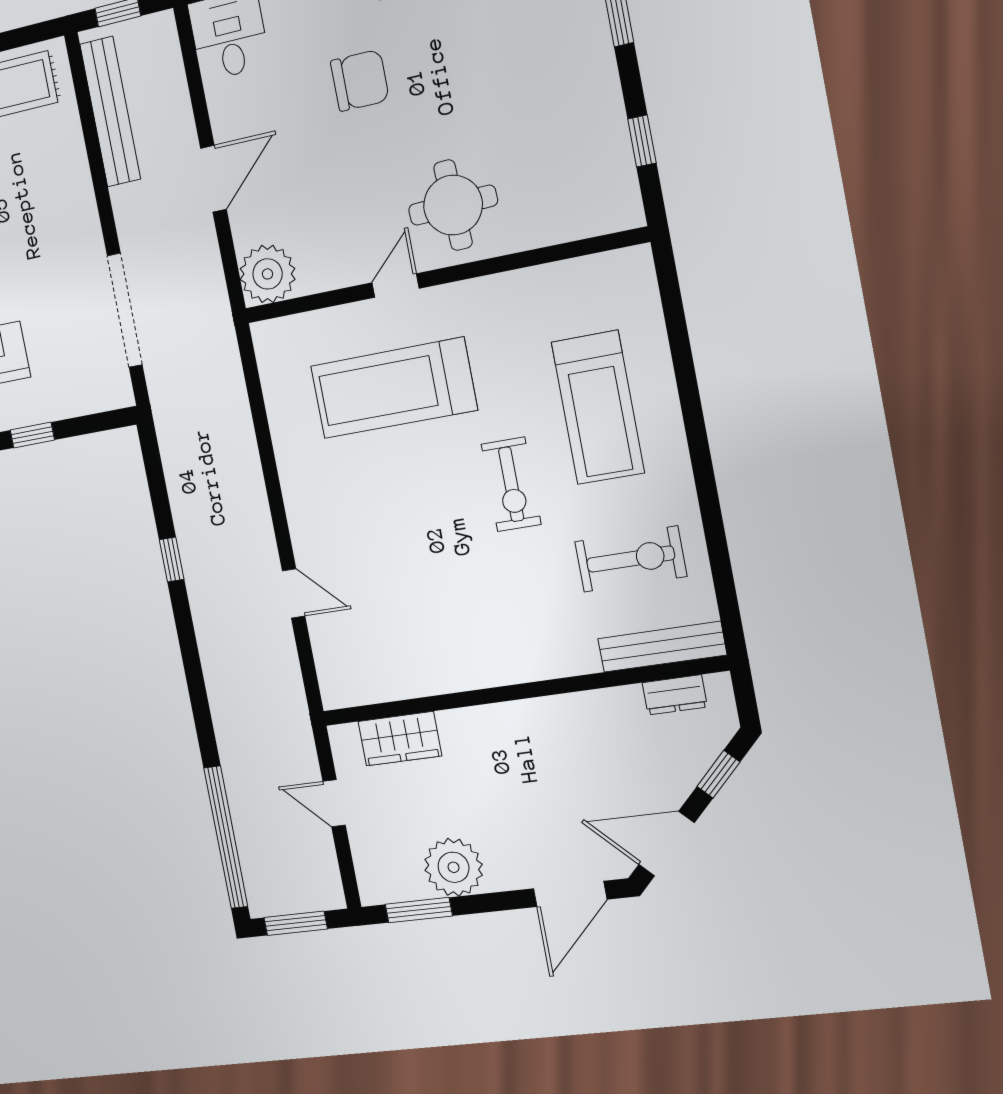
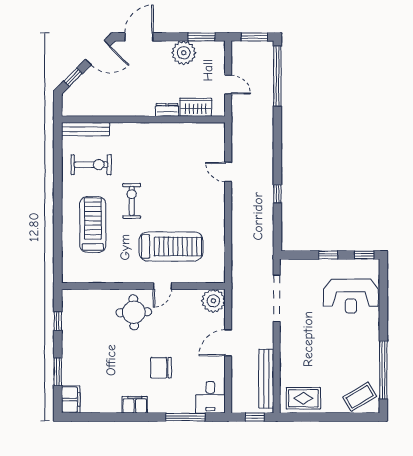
exercise bike: (631, 559) -> (91, 165), turned 180
dresser: (675, 695) -> (167, 110), moved

